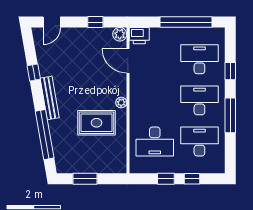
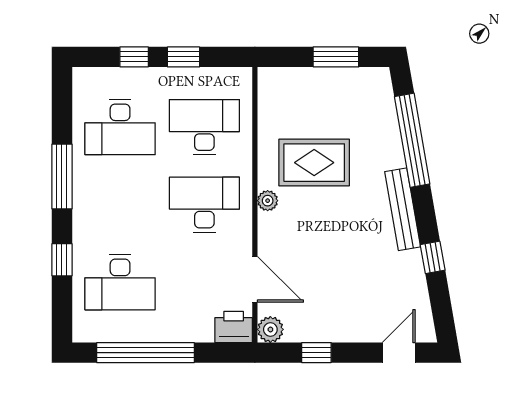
desk: (199, 100) -> (204, 205), moved, turned 180

